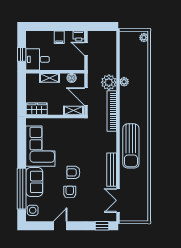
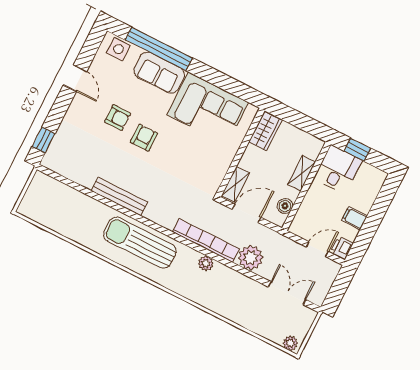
plant: (124, 82) -> (206, 263), moved
double door: (118, 200) -> (287, 293), moved

